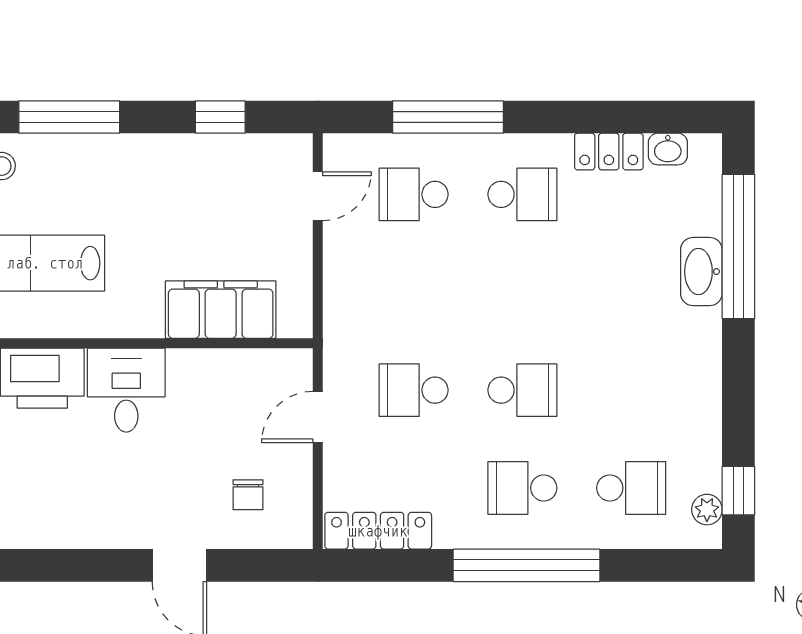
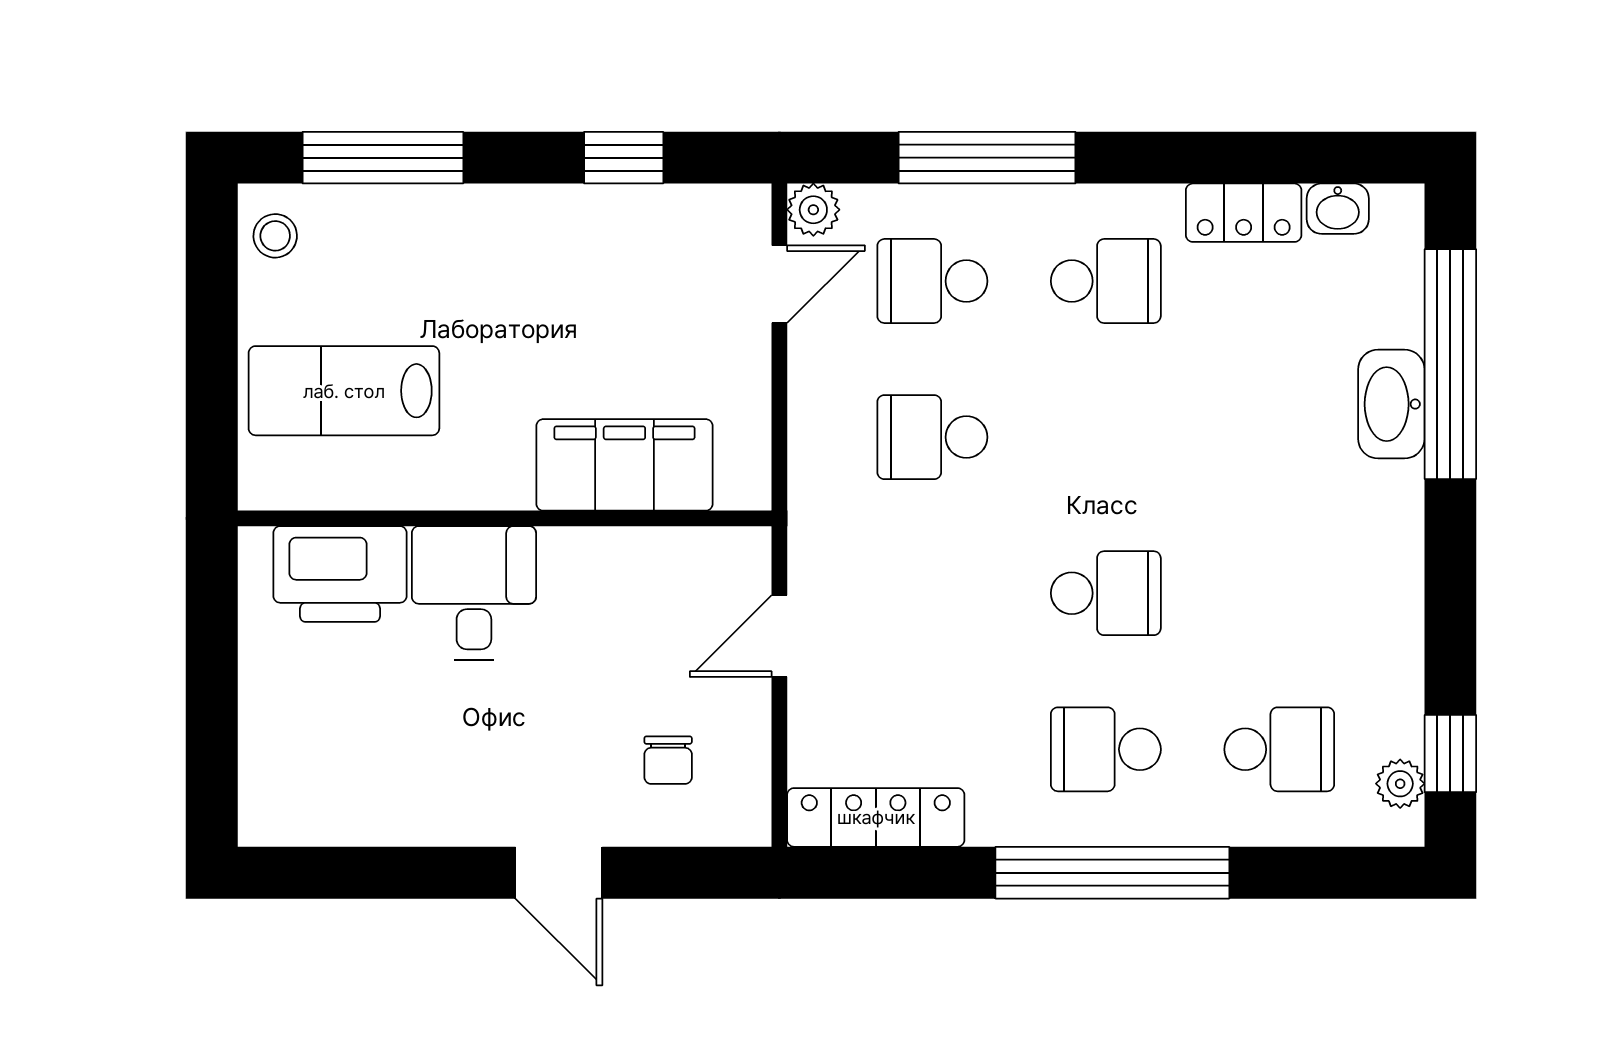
plant: (339, 150) -> (813, 210), added
school desk: (414, 390) -> (932, 437), moved

